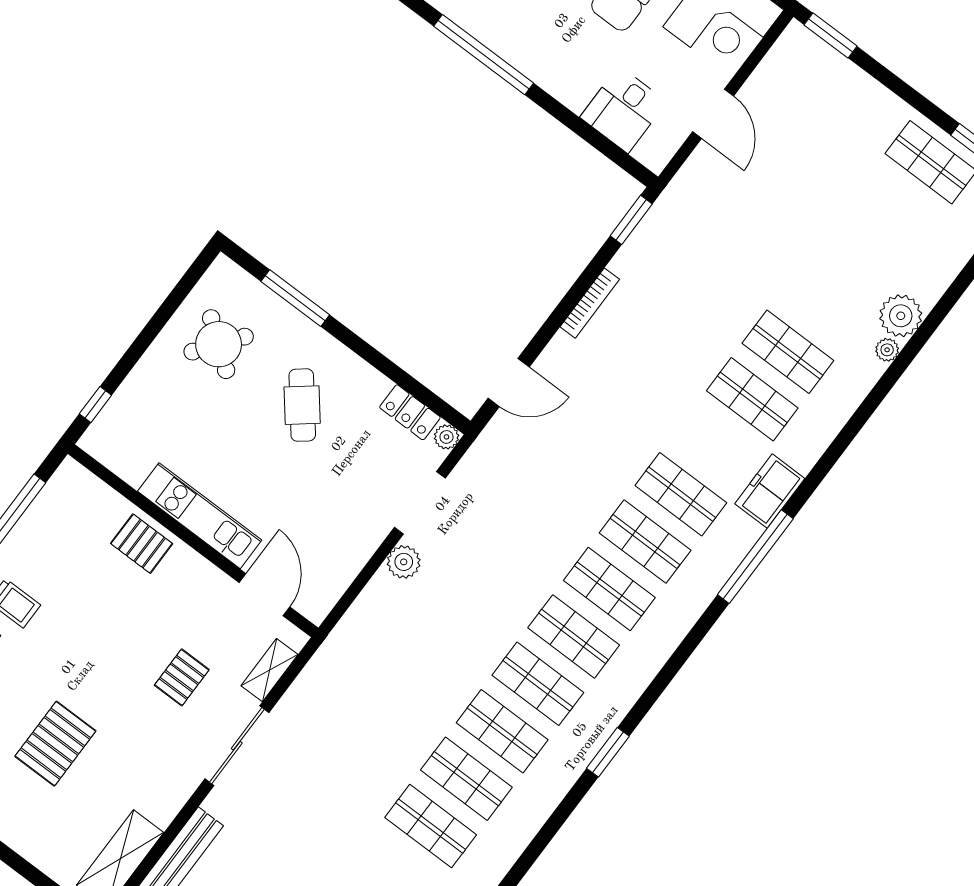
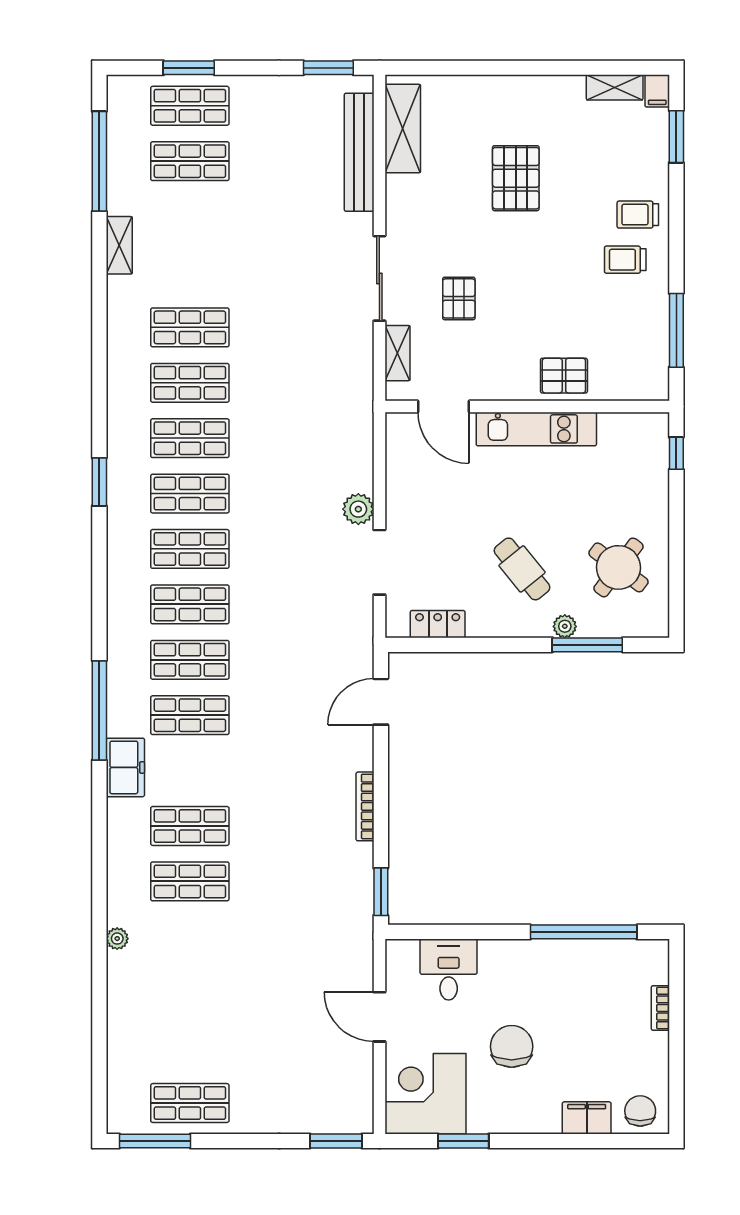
plant: (901, 316) -> (126, 972), removed
plant: (446, 437) -> (565, 626), moved

